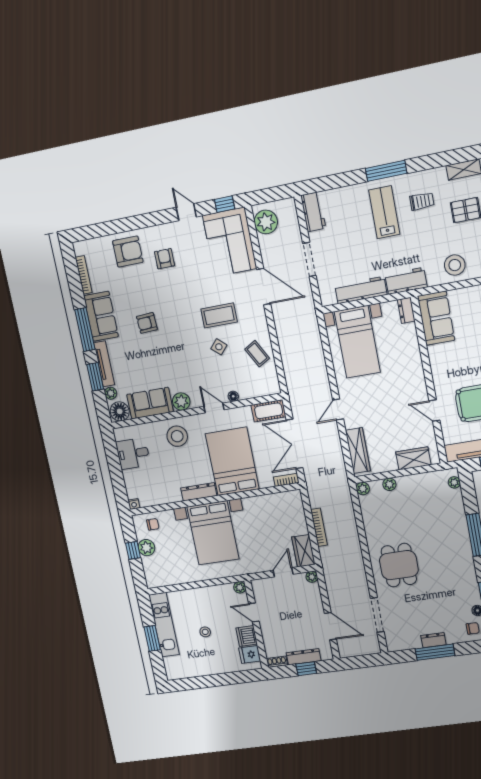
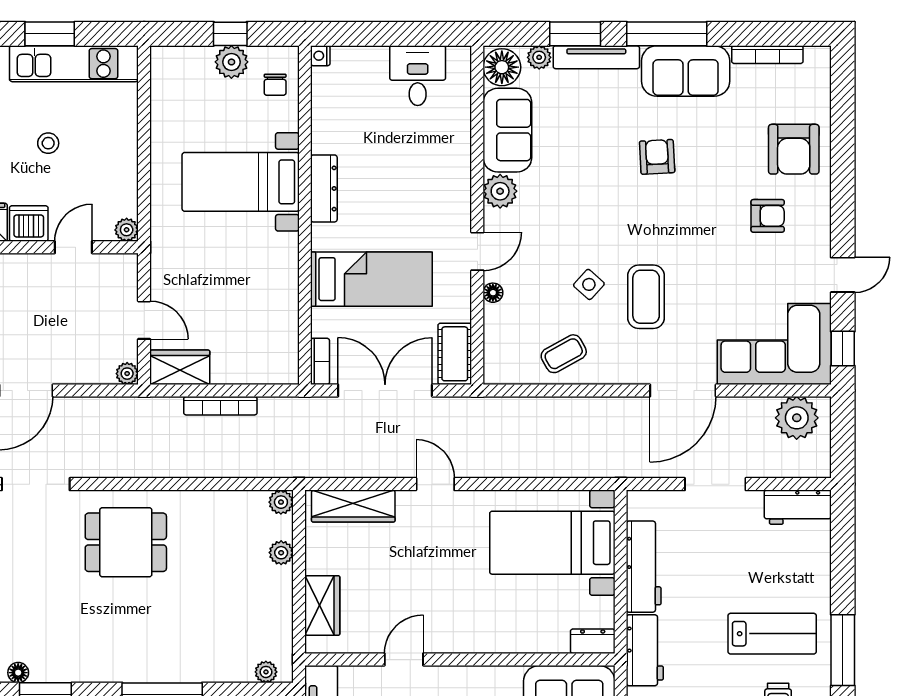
stool: (177, 436) -> (436, 169), removed
bed: (232, 461) -> (371, 279), width x0.67
bed with nightstands: (213, 533) -> (241, 182), width x0.73

